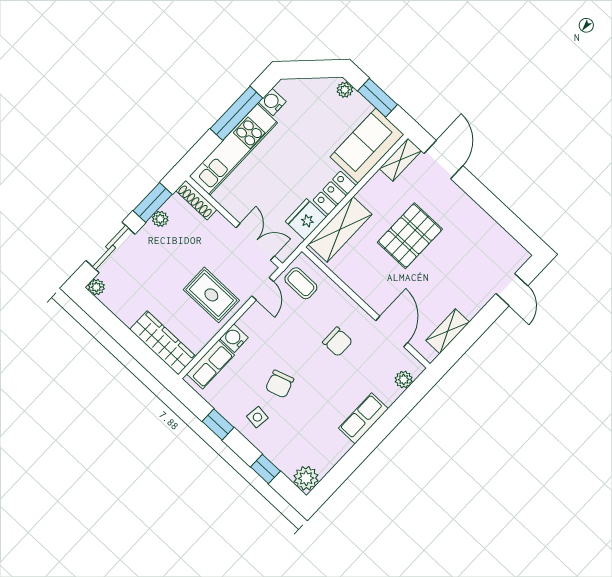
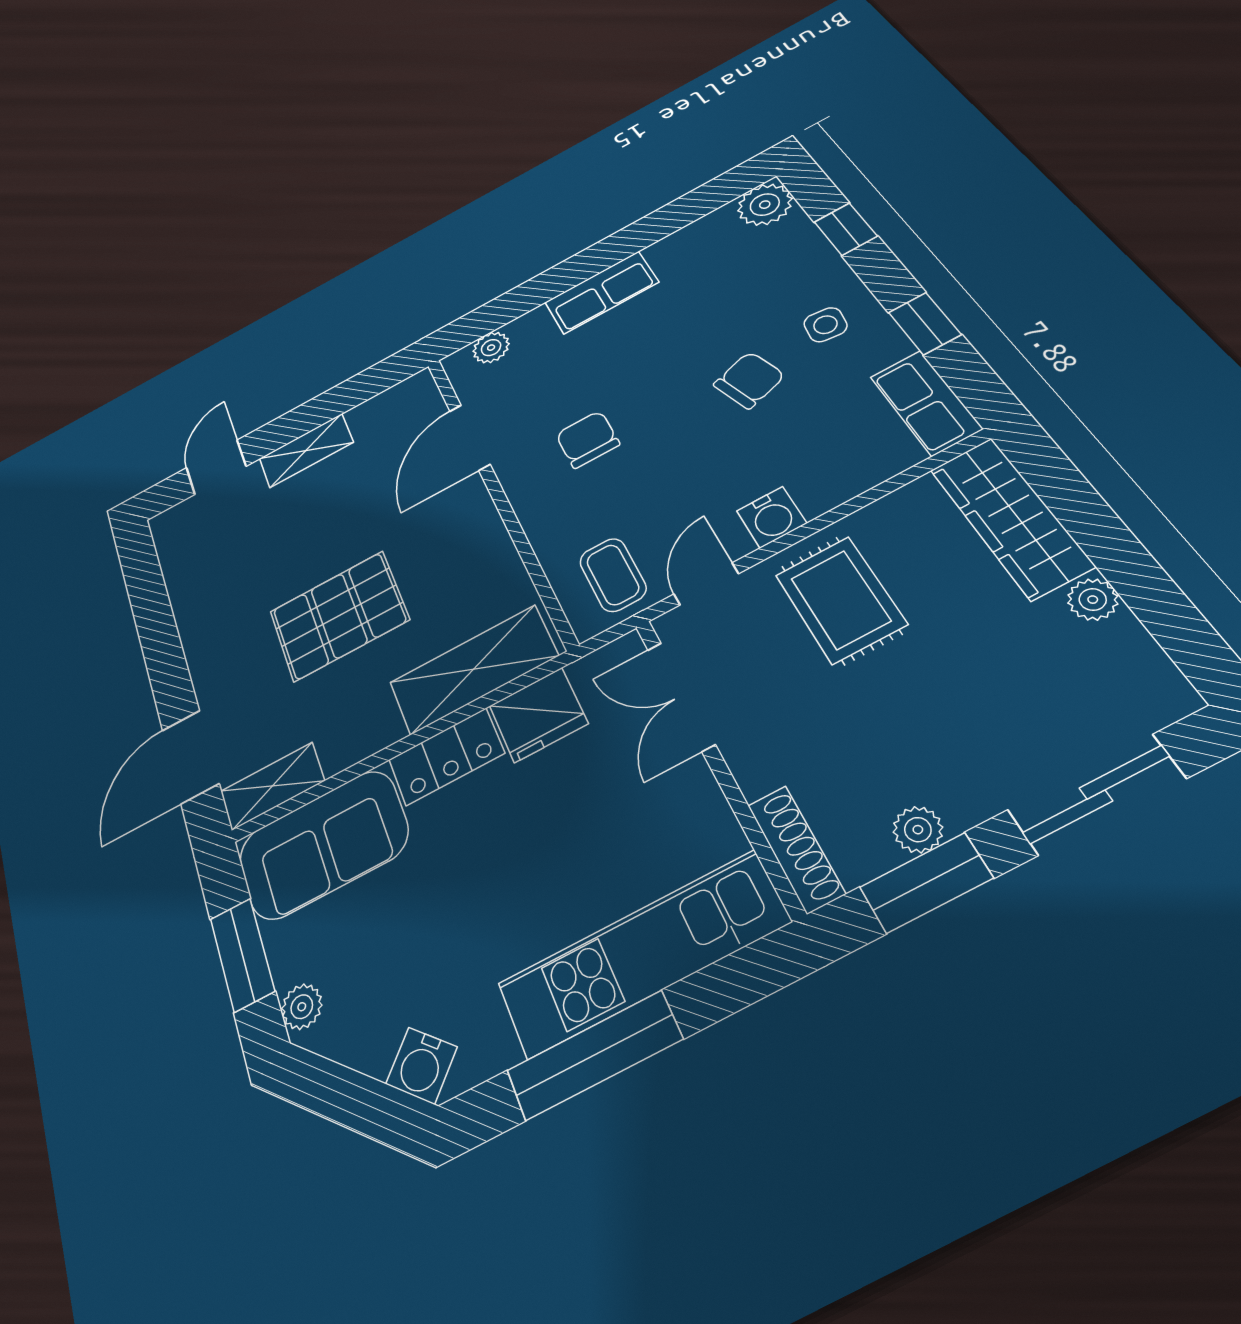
water cooler: (272, 102) -> (421, 1065), moved, turned 45
plant: (96, 287) -> (1093, 600), moved
shelving: (448, 331) -> (306, 450), moved
water cooler: (234, 338) -> (772, 517), moved
row of seats: (211, 364) -> (926, 403), moved, turned -90

